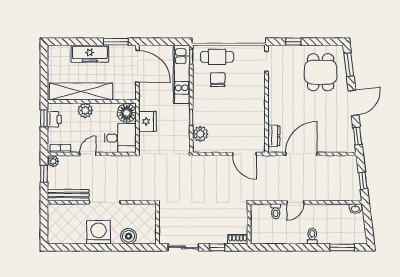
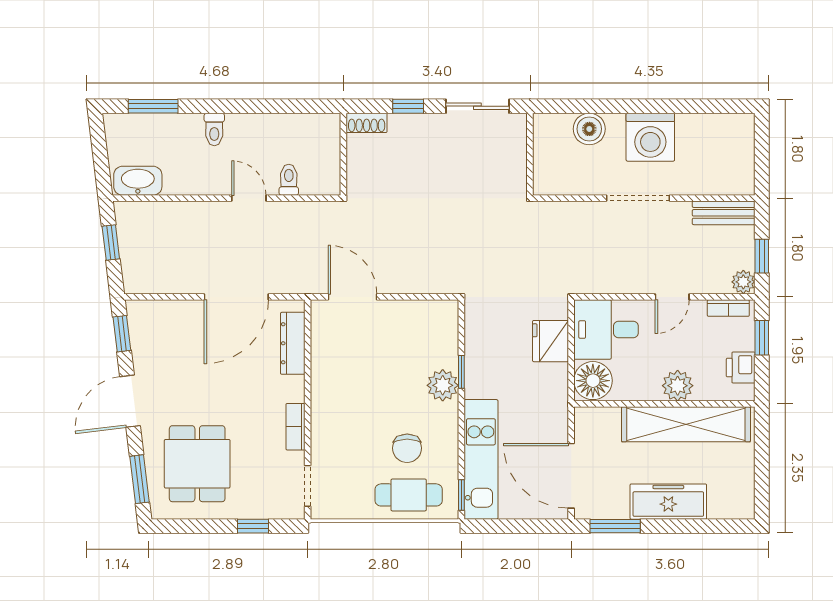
bookcase: (272, 90) -> (295, 427), added
window: (44, 118) -> (762, 338), moved
fridge: (147, 121) -> (550, 341), moved
plant: (200, 134) -> (443, 385), moved
dresser: (274, 136) -> (293, 343), width x1.44
bench: (68, 195) -> (724, 213), width x0.73
door: (295, 202) -> (249, 198), hinge flipped
washbasin: (355, 209) -> (138, 181), width x1.91, depth x1.45

